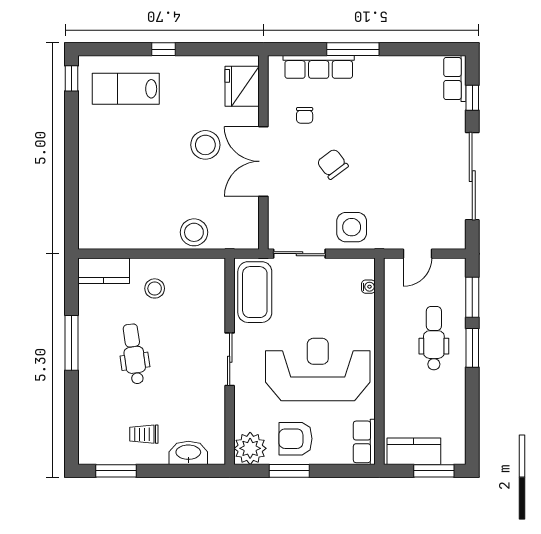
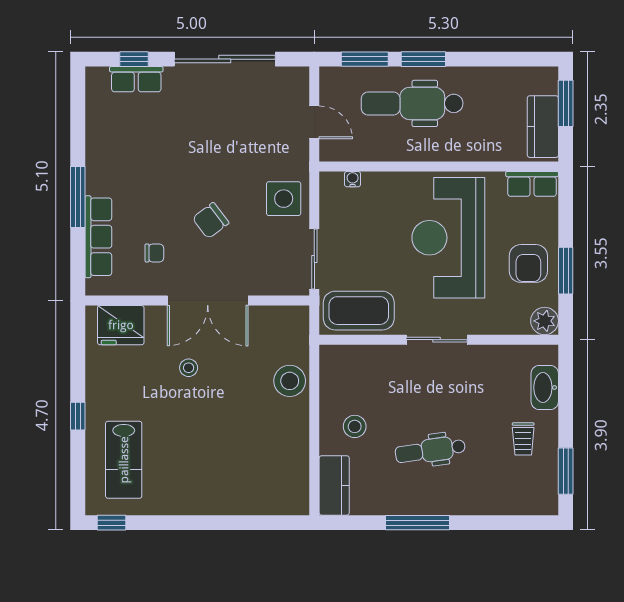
row of seats: (455, 78) -> (136, 79), moved
stool: (205, 145) -> (189, 368), width x0.53, depth x0.53
dental chair: (434, 338) -> (412, 103), width x1.36, depth x1.38
plant: (250, 448) -> (545, 321), width x0.73, depth x0.73

